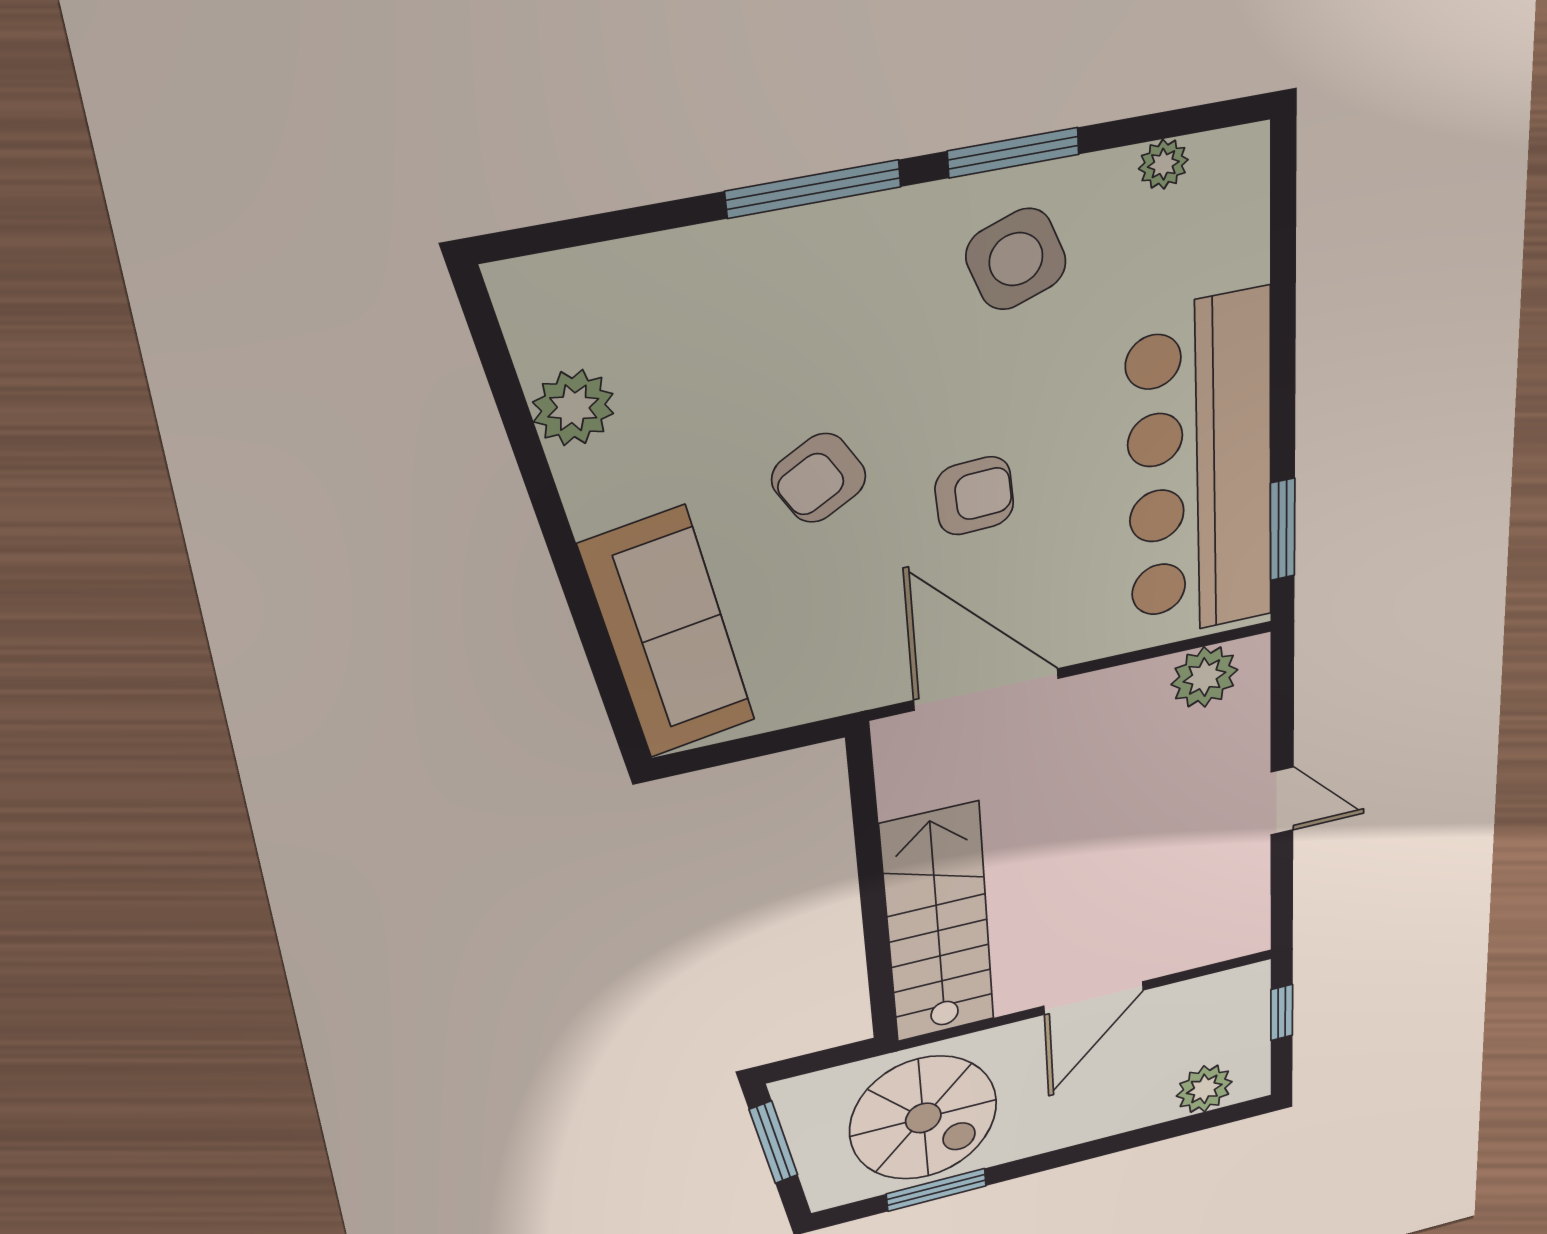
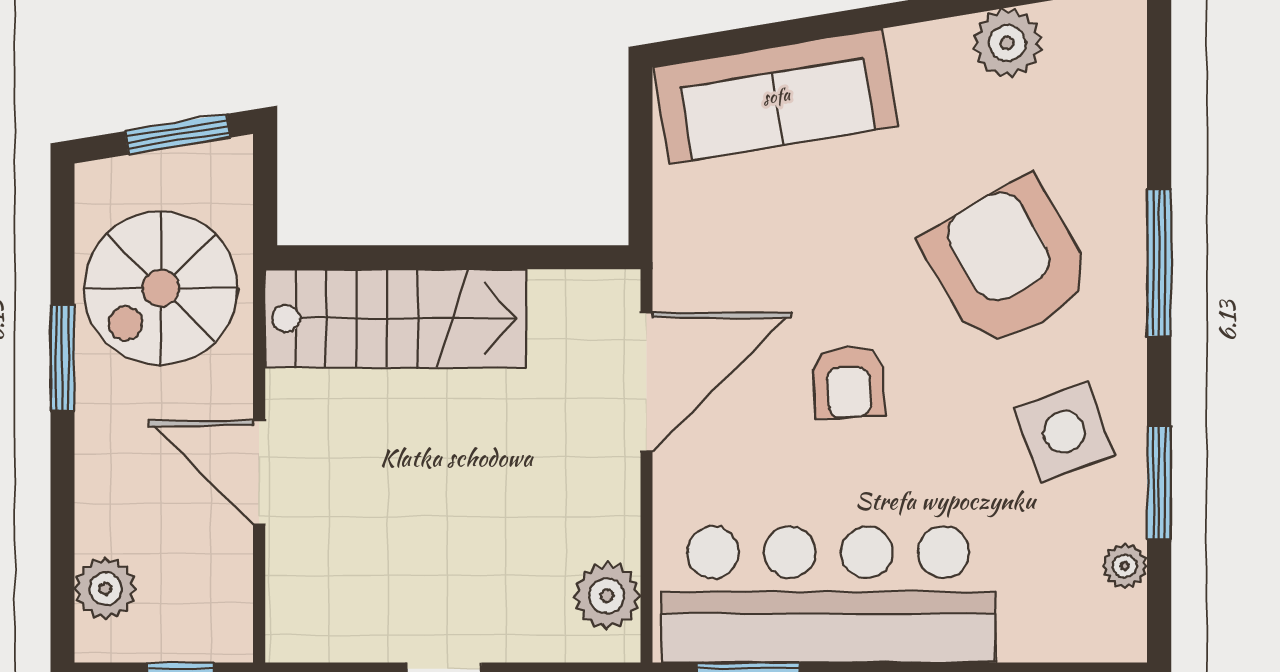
window: (1013, 153) -> (1159, 483), moved
armchair: (819, 478) -> (1008, 263), moved, width x1.88, depth x1.88
window: (936, 1190) -> (62, 358), moved

